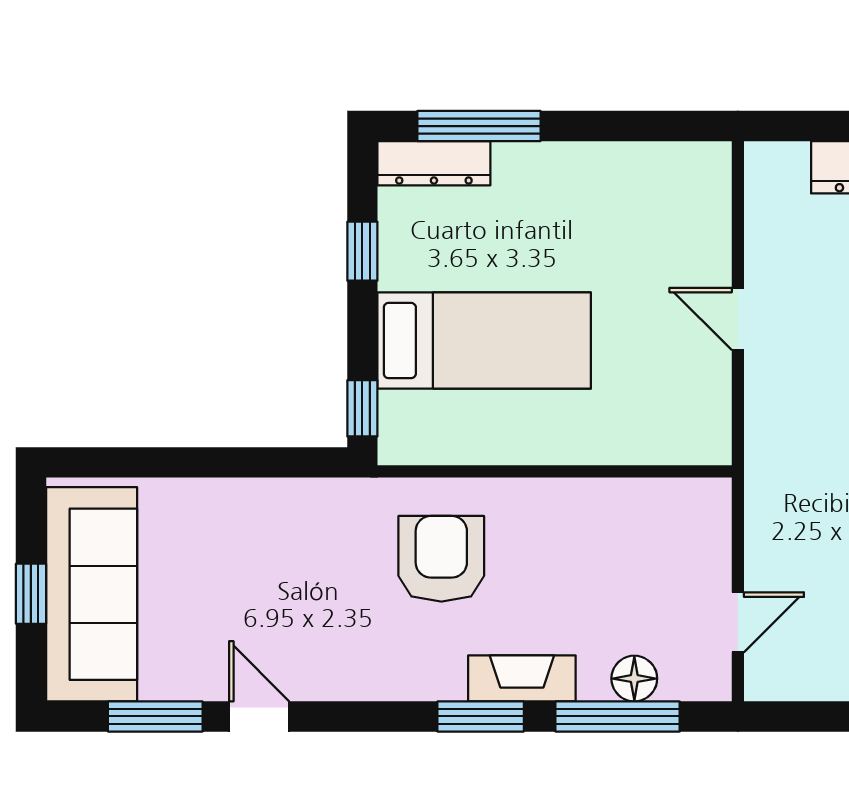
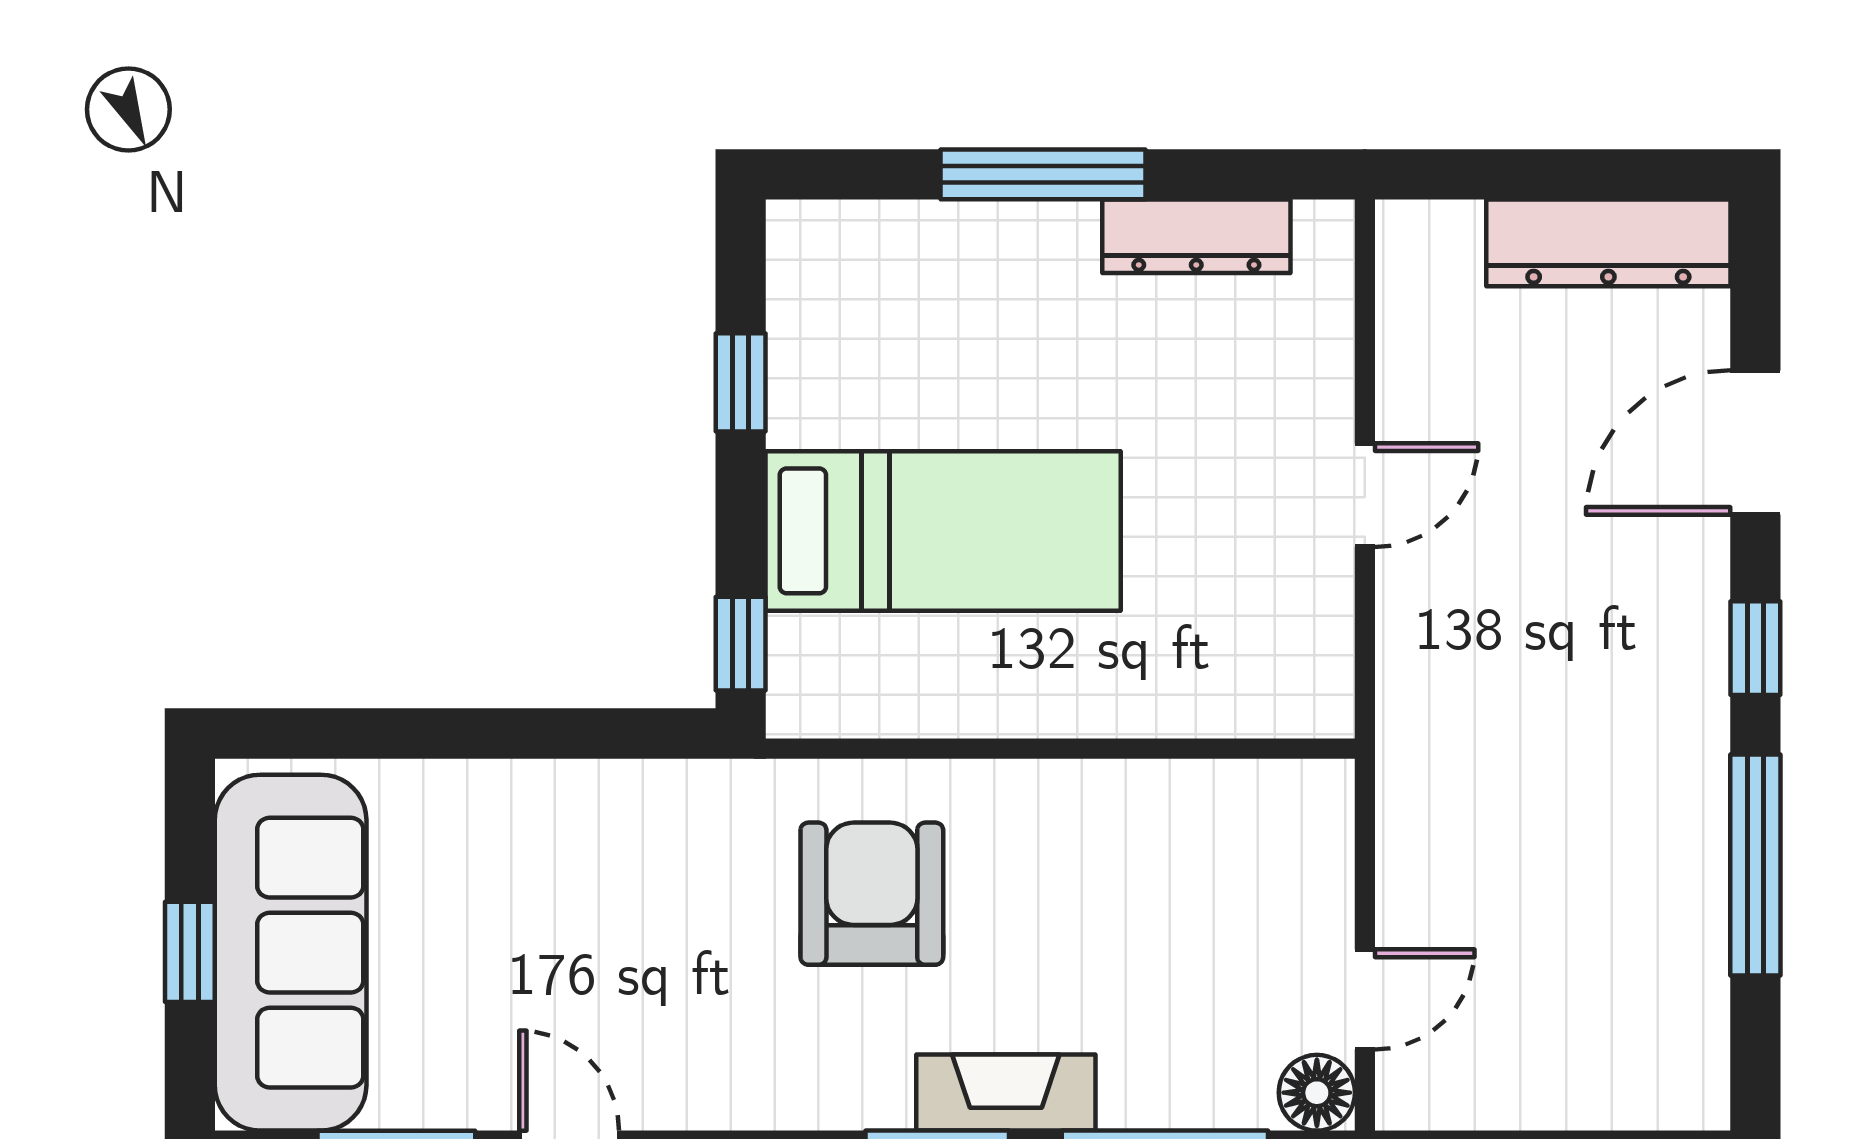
window: (479, 126) -> (1043, 174), moved
dresser: (434, 163) -> (1196, 236), moved
door: (738, 319) -> (1365, 495), swing flipped
floor lamp: (634, 679) -> (1317, 1093), moved

